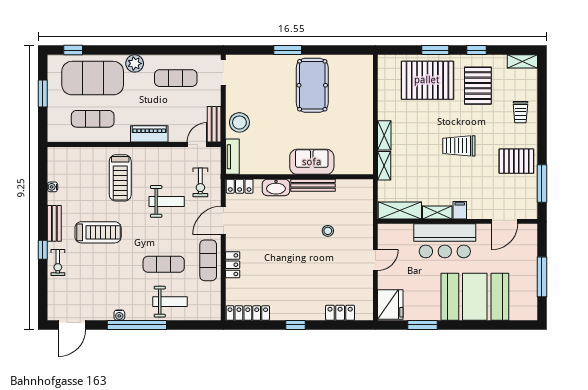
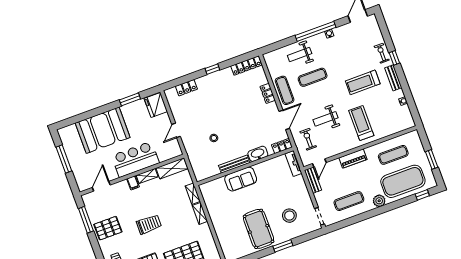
stool: (239, 122) -> (289, 216), moved

